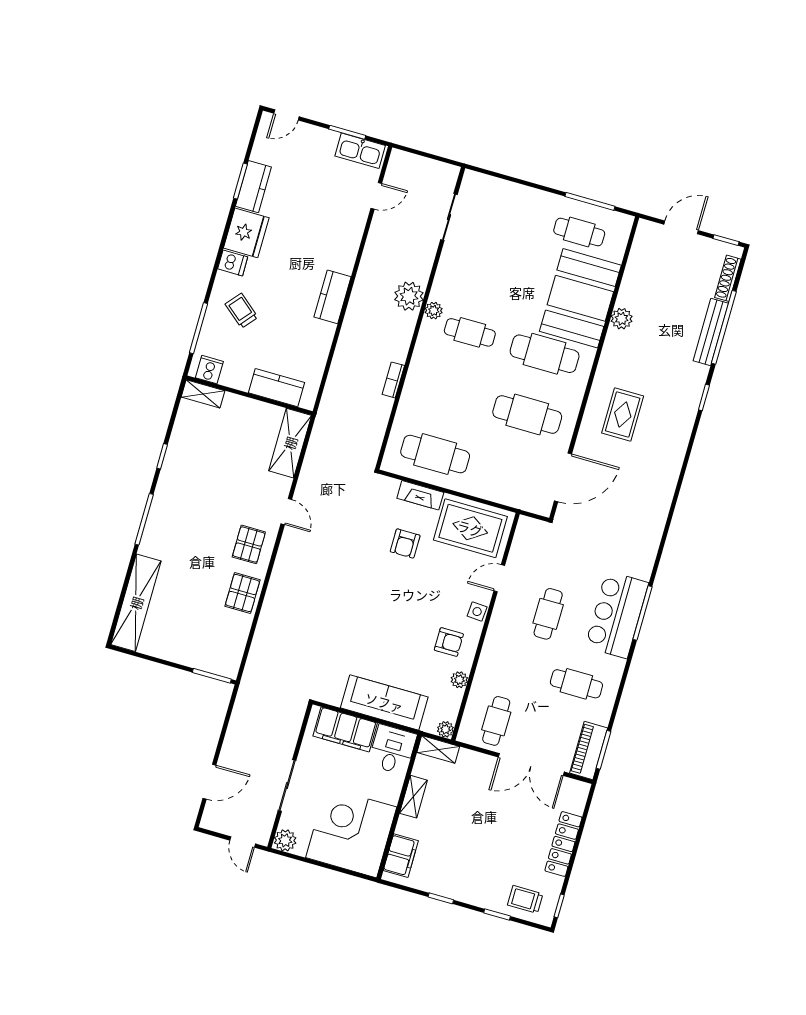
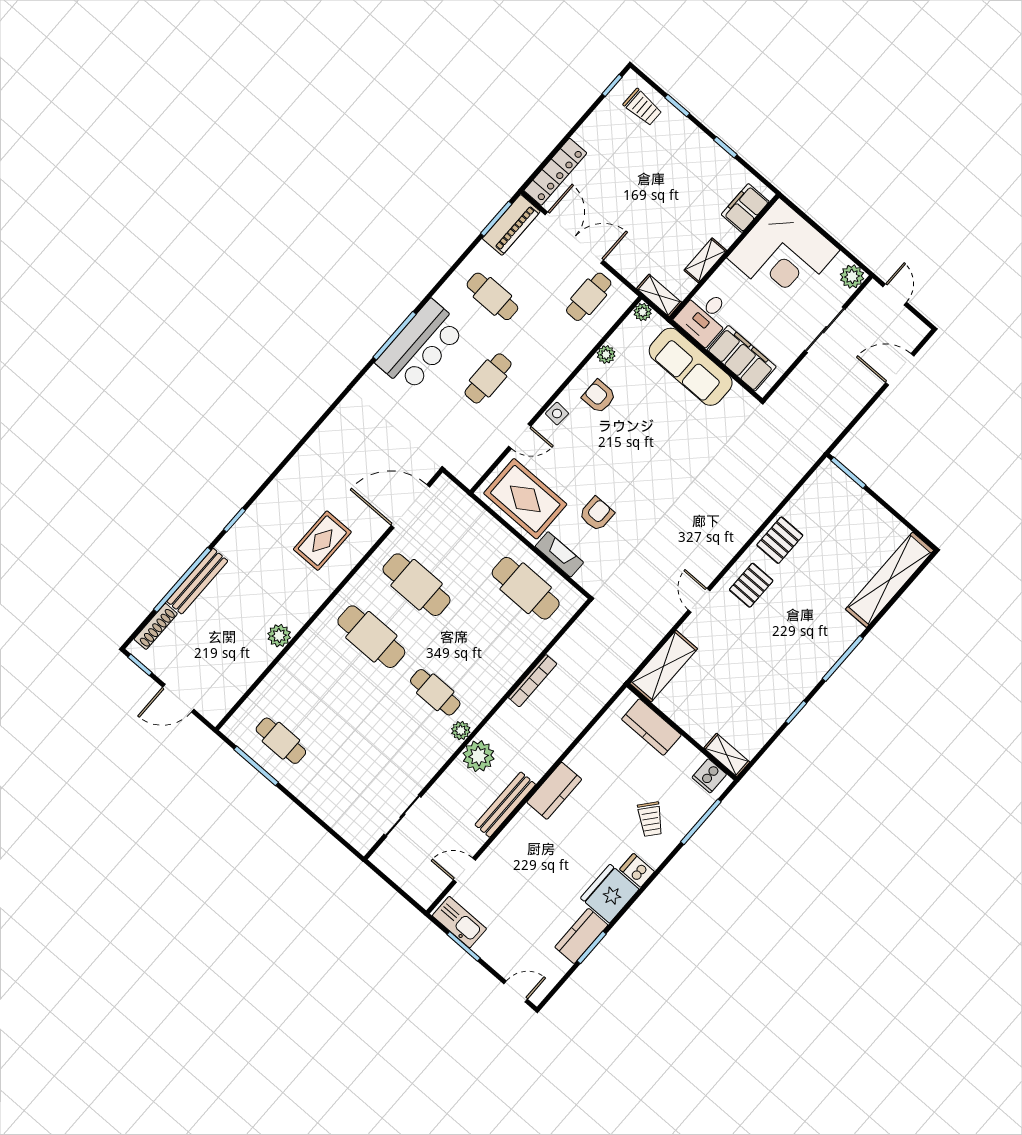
bench: (368, 266) -> (505, 805), added
booth: (580, 298) -> (310, 675), removed
bookcase: (393, 380) -> (533, 681), width x1.56
locker: (563, 844) -> (555, 172), moved

